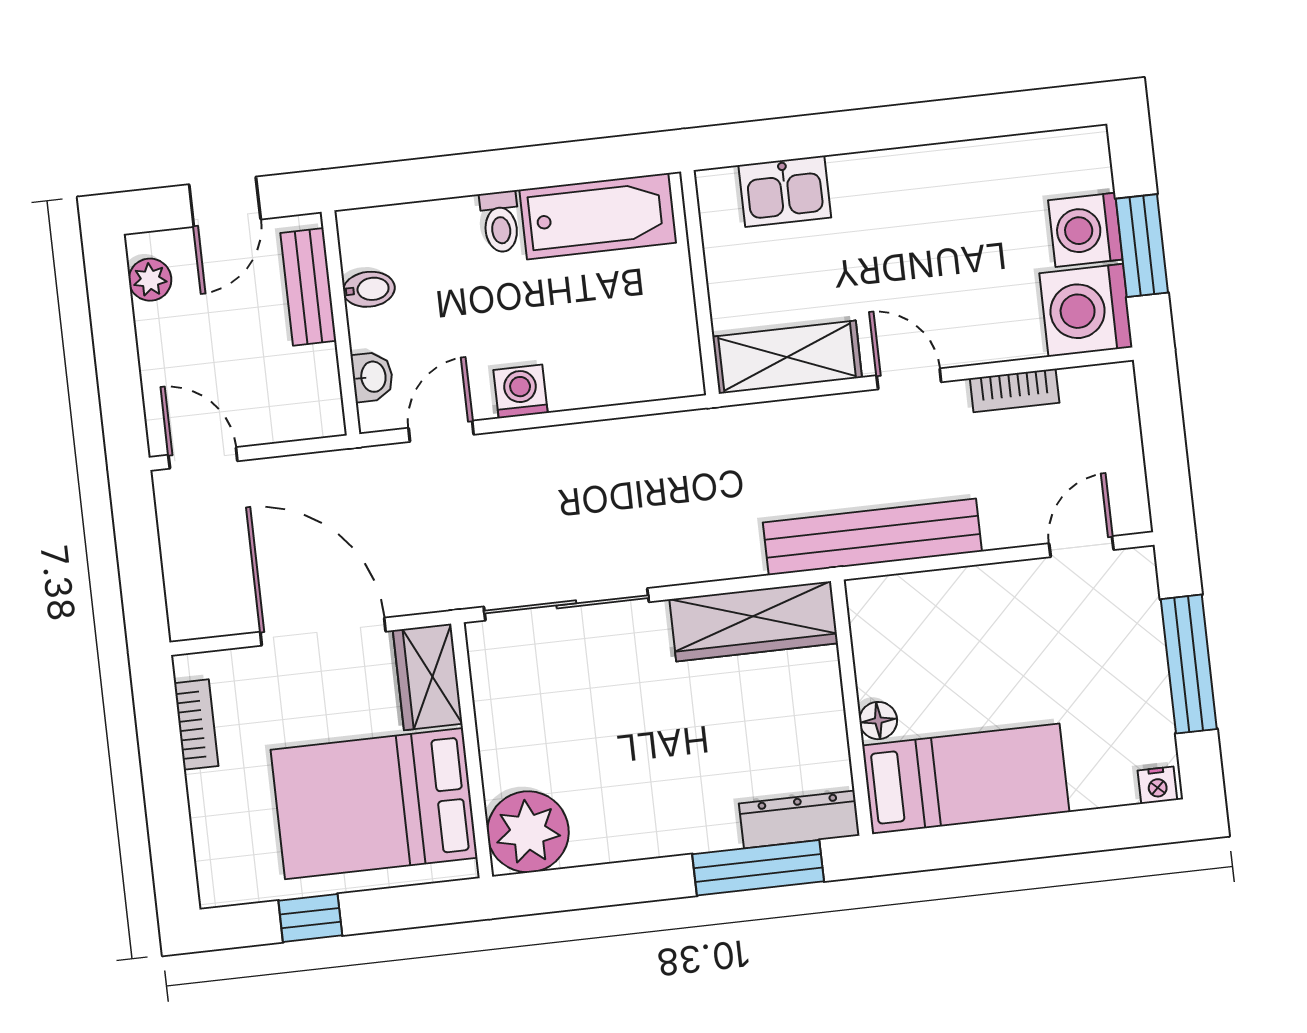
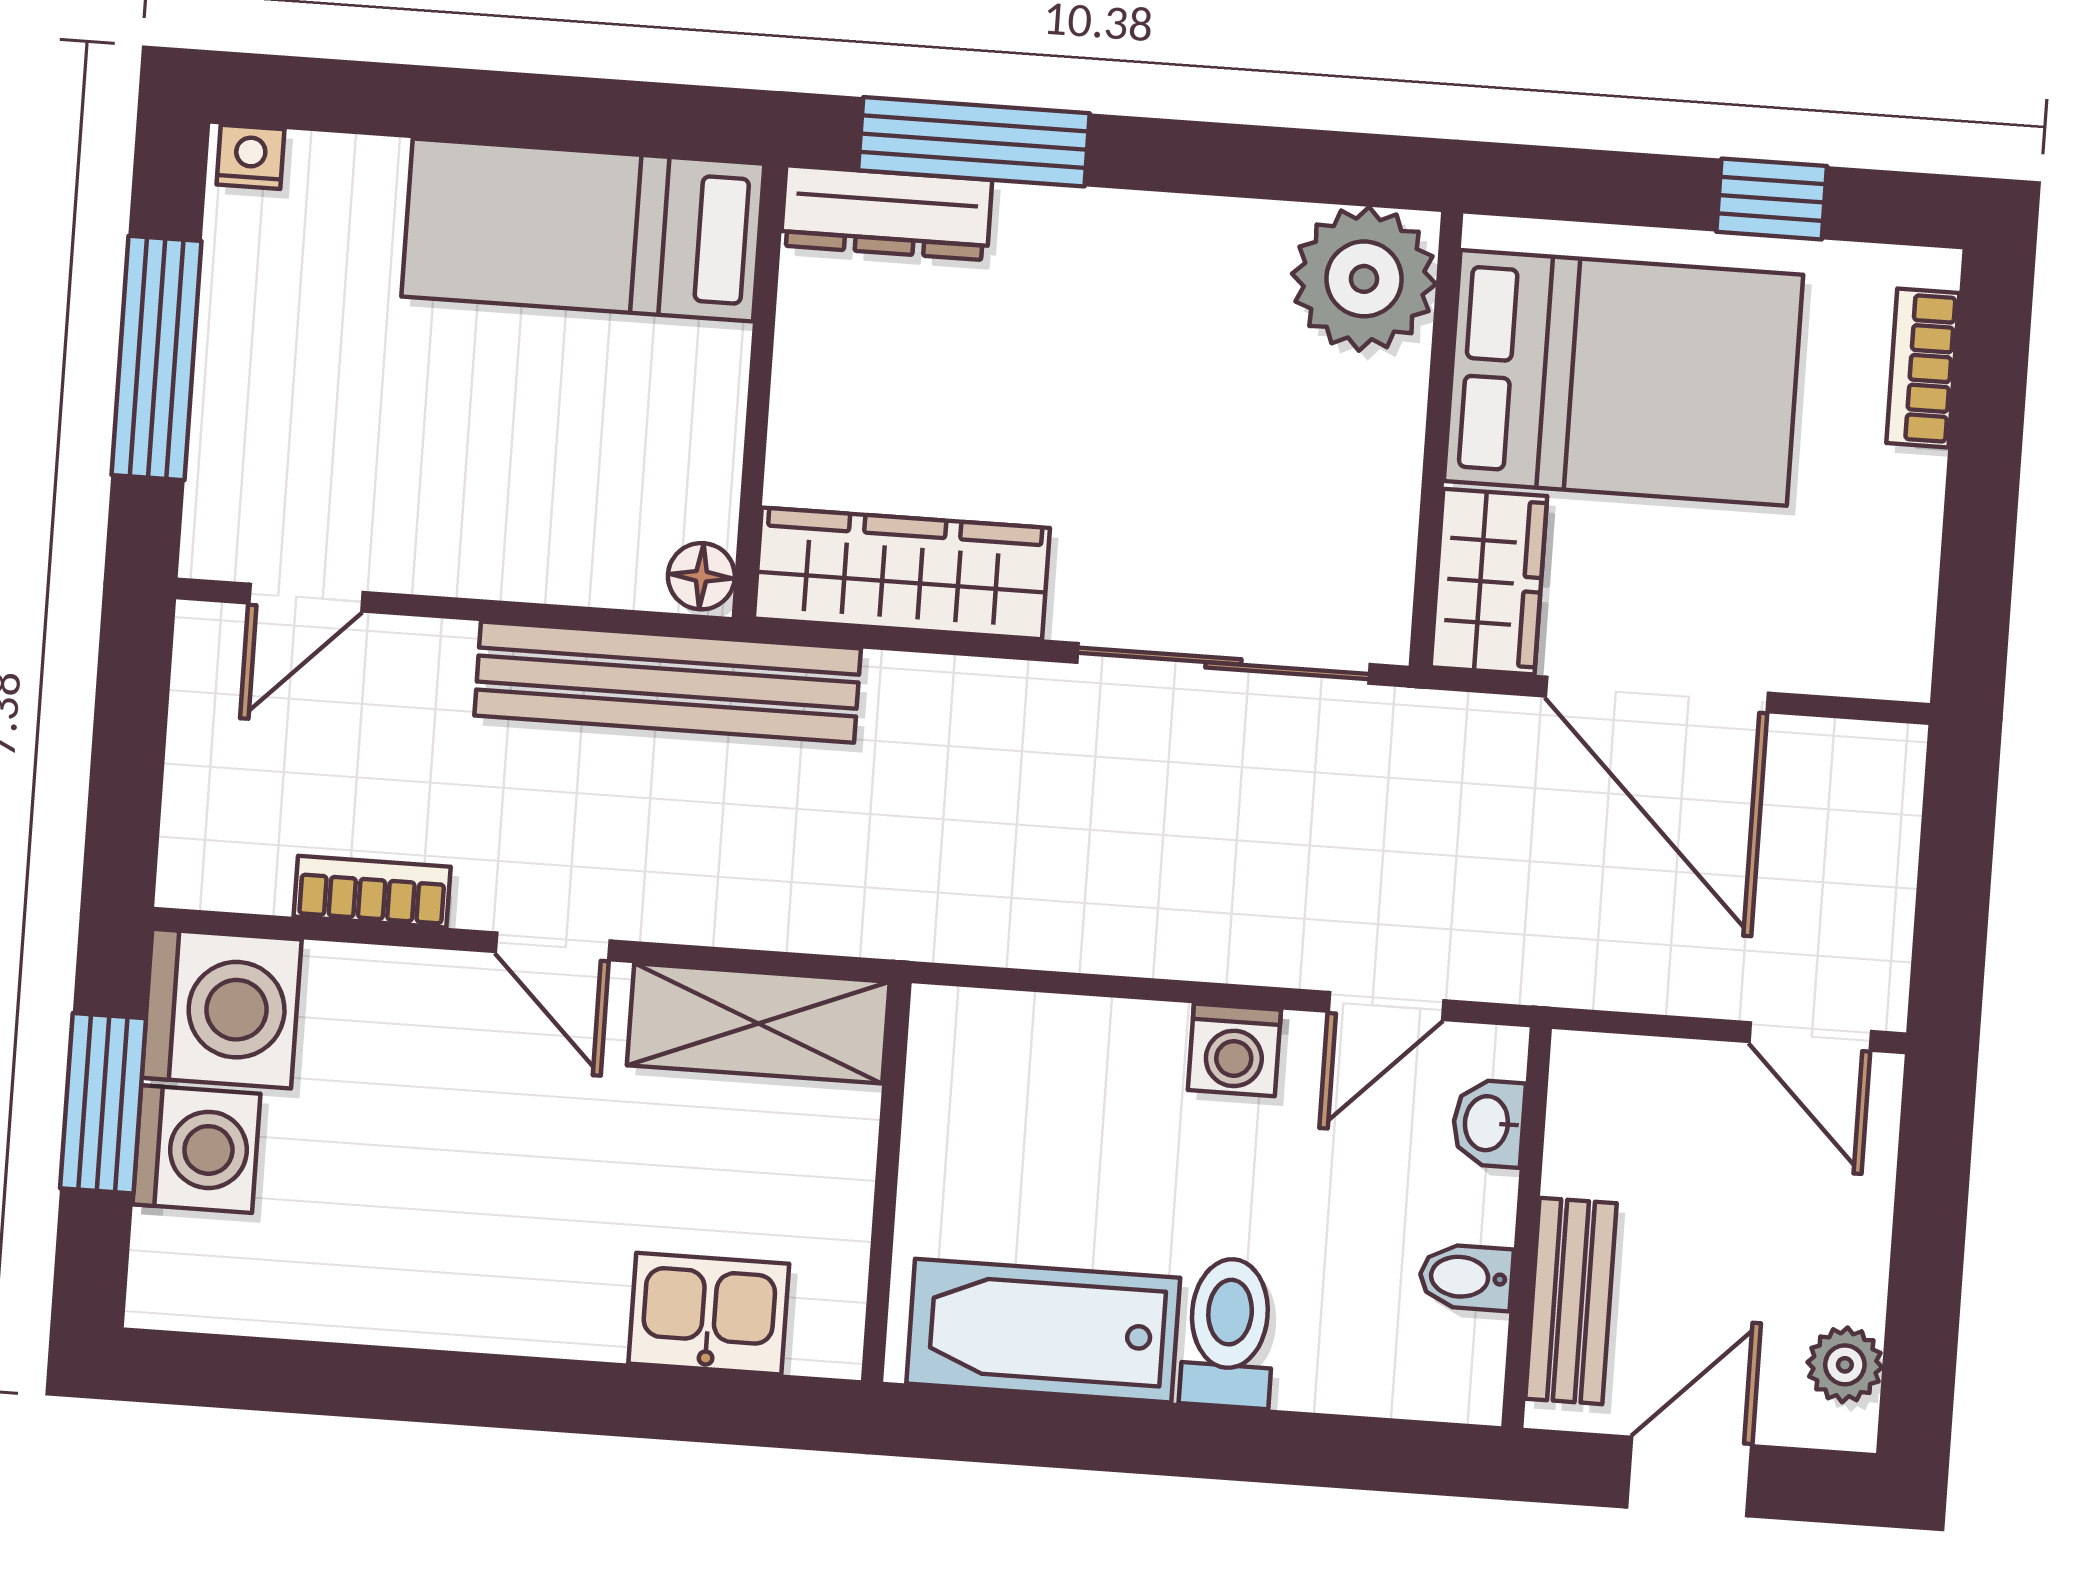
toilet: (500, 222) -> (1229, 1333), width x1.37, depth x1.39
floor lamp: (878, 721) -> (701, 576), moved
bookcase: (196, 725) -> (1923, 368), moved

